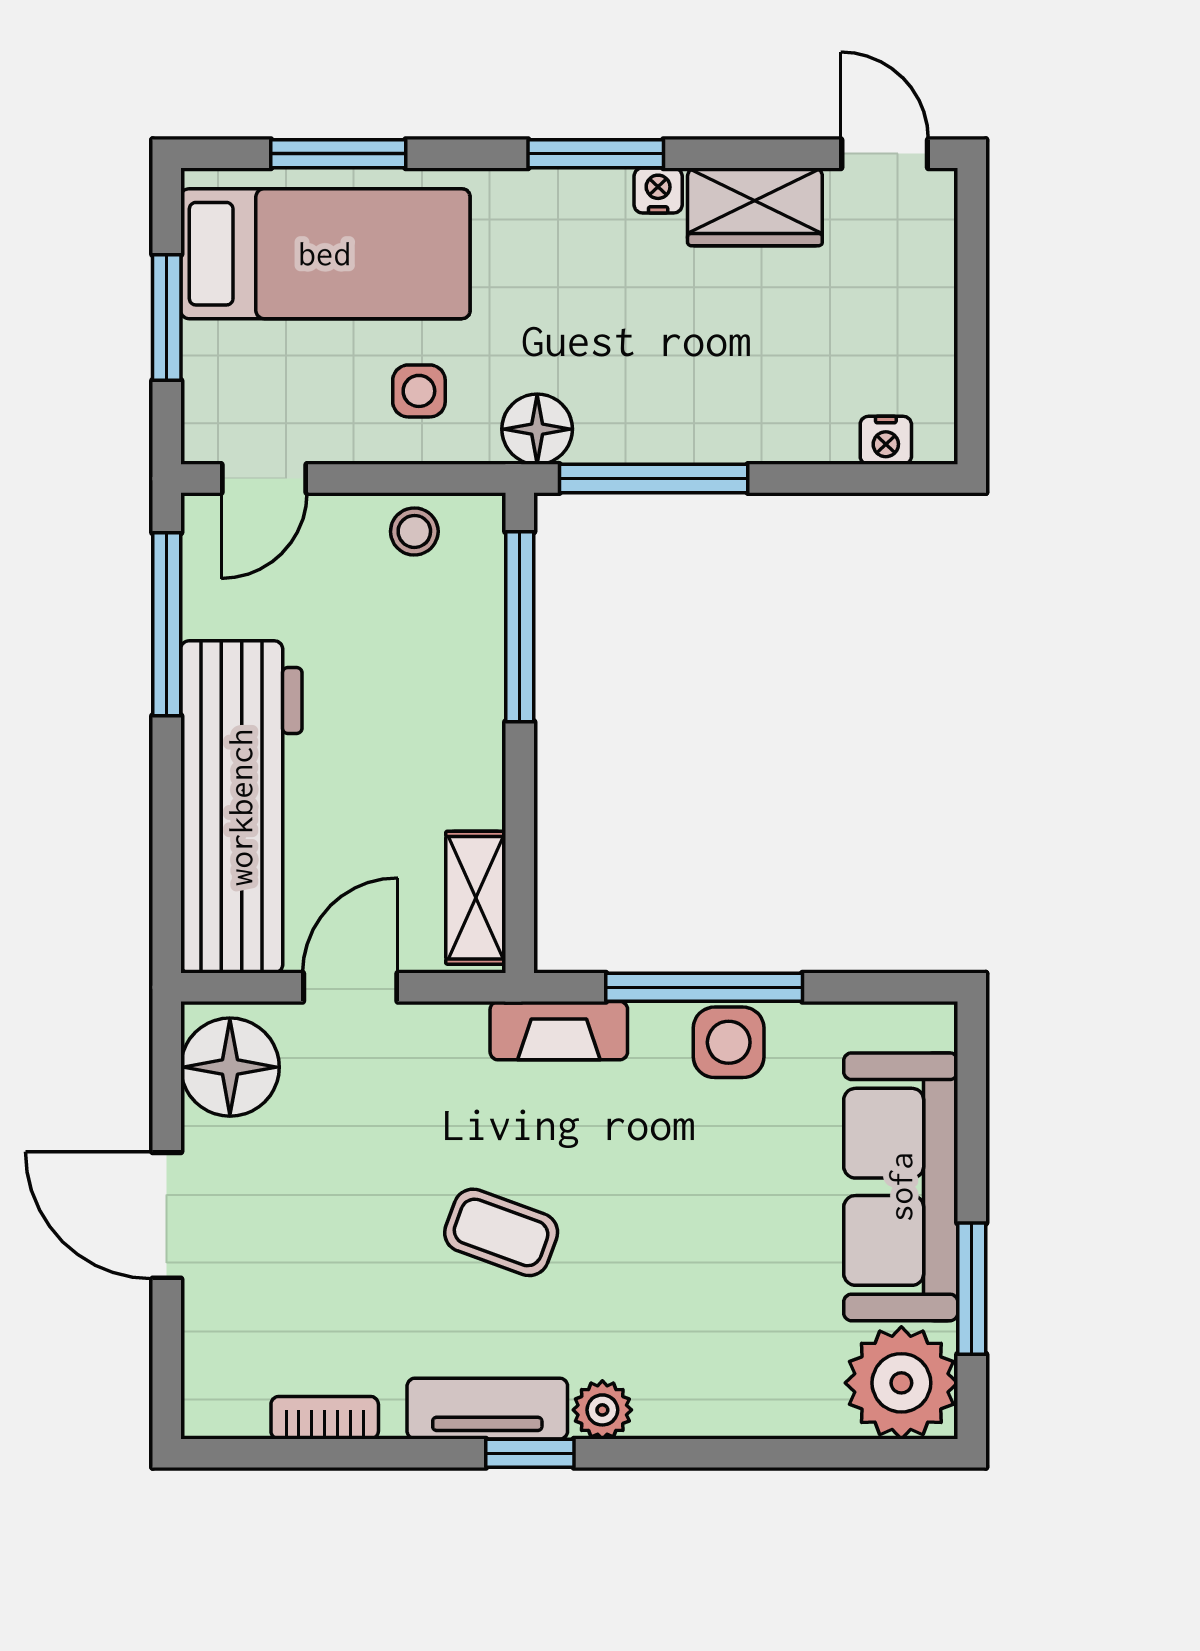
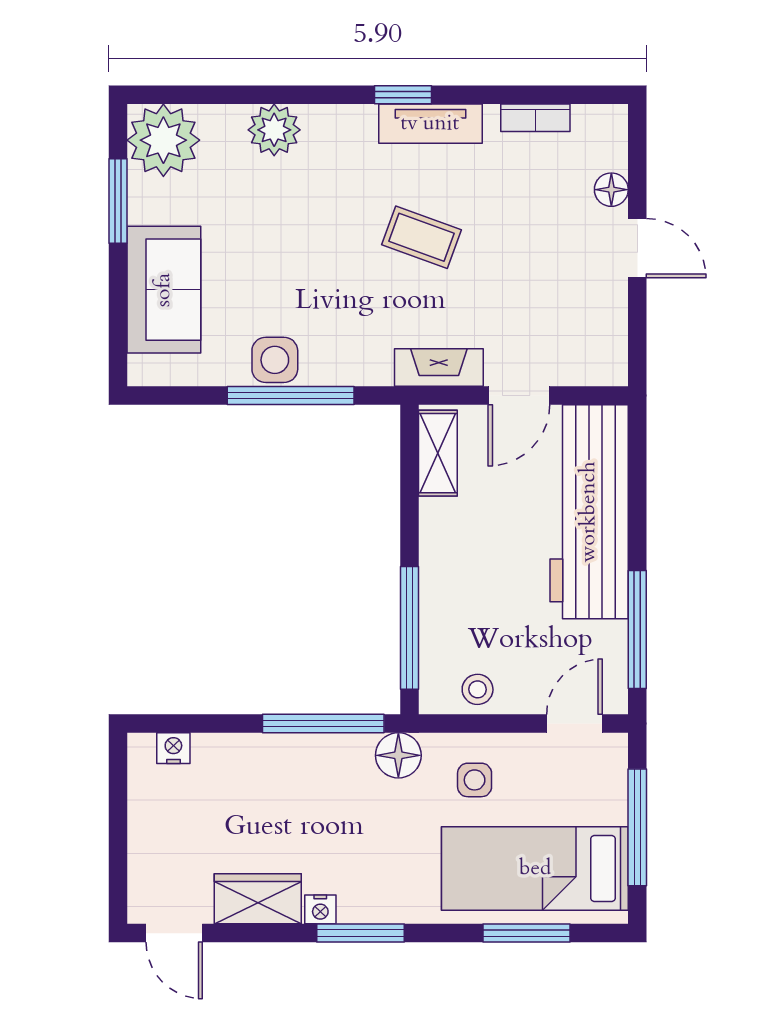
window: (167, 318) -> (637, 827), width x1.44
fireplace: (559, 1031) -> (439, 367), moved
floor lamp: (230, 1067) -> (611, 190), moved, width x0.53, depth x0.53
sofa: (901, 1187) -> (164, 290), width x0.73
door: (167, 1215) -> (637, 248), width x0.73
plant: (602, 1410) -> (274, 130), moved, width x1.38, depth x1.38

